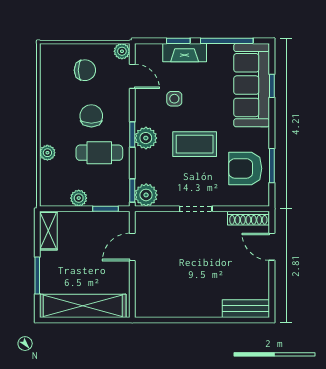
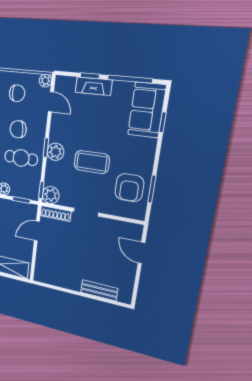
sofa: (252, 85) -> (147, 110), width x0.73
side table: (174, 99) -> (81, 123), removed
chair: (91, 116) -> (18, 129), turned -95
armchair: (245, 168) -> (129, 188), turned -90
shoe rack: (248, 218) -> (55, 213), moved
bench: (246, 309) -> (99, 290), moved

